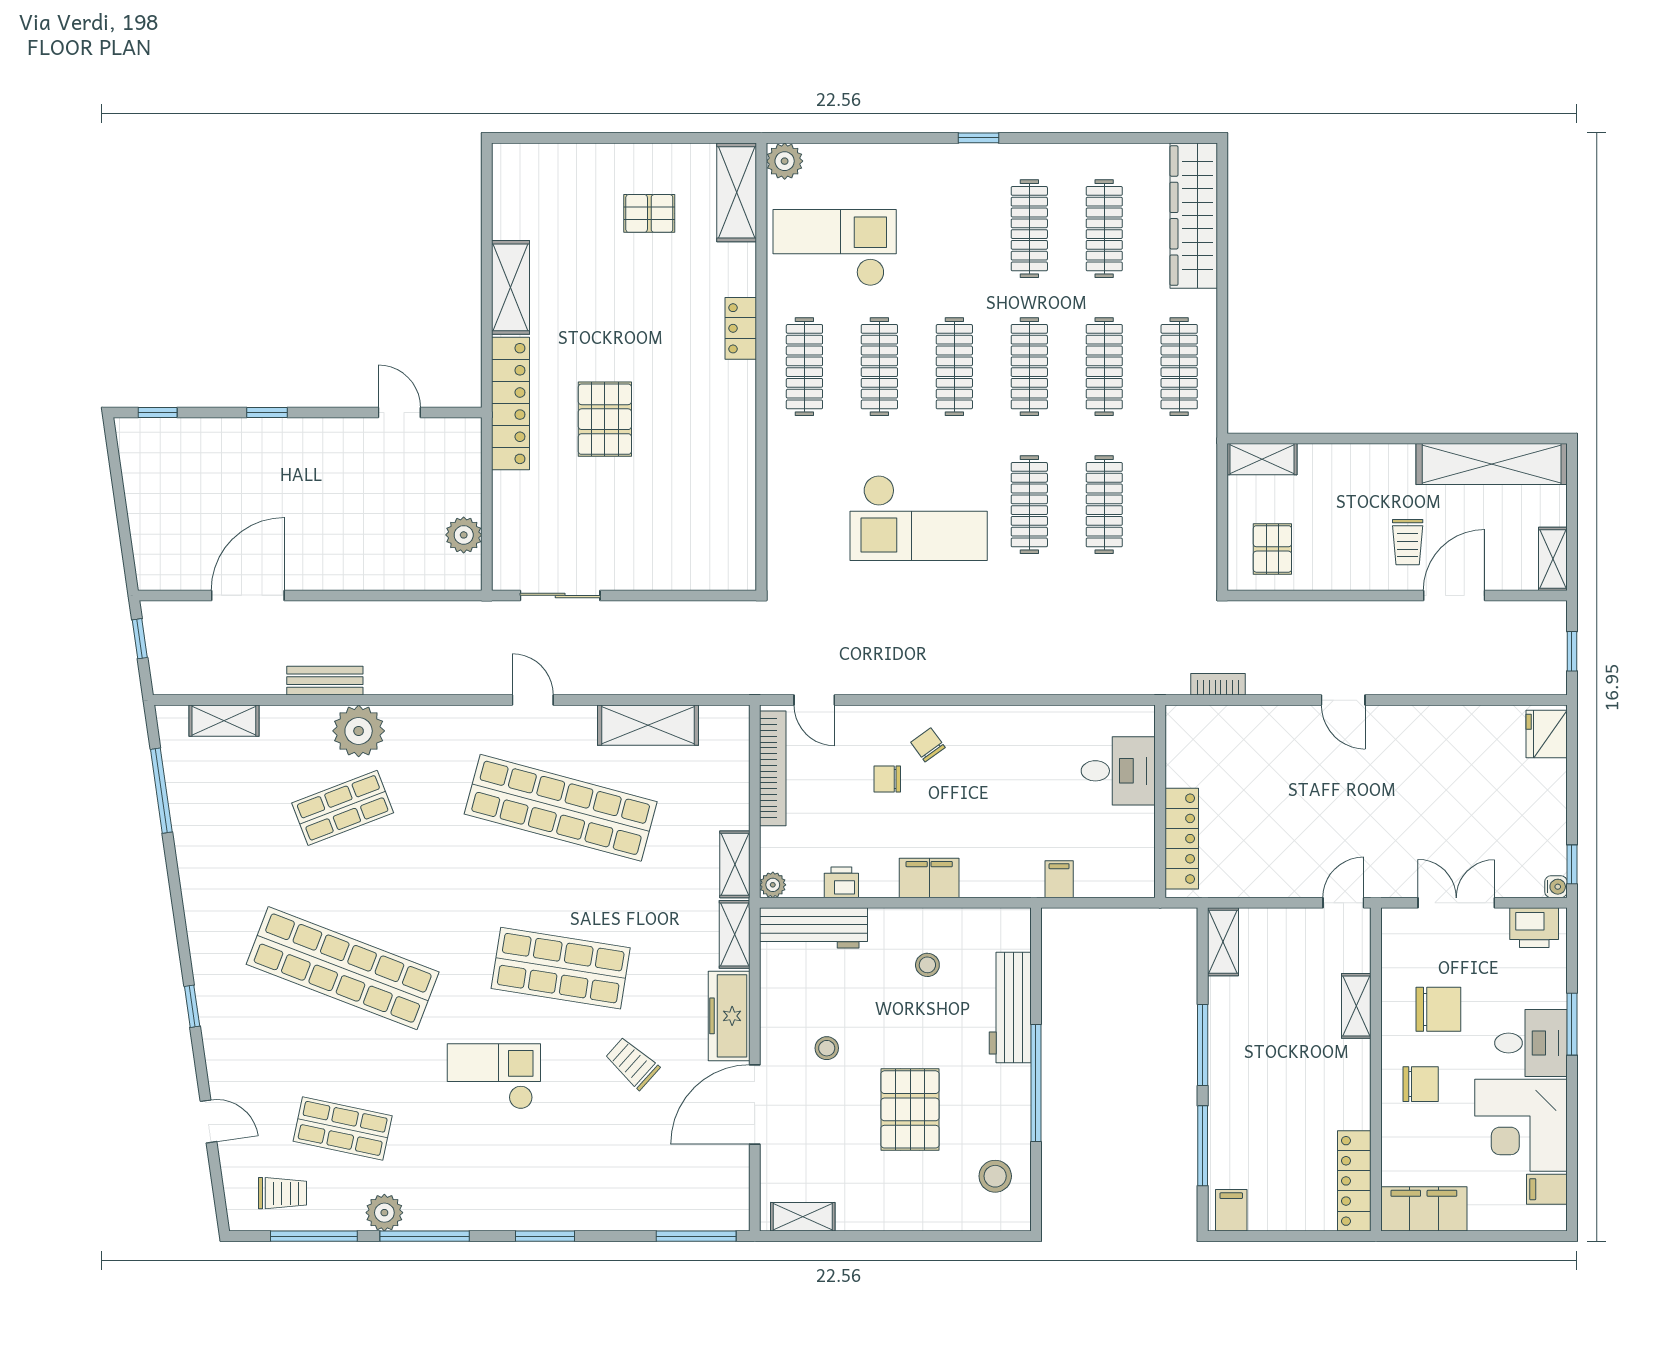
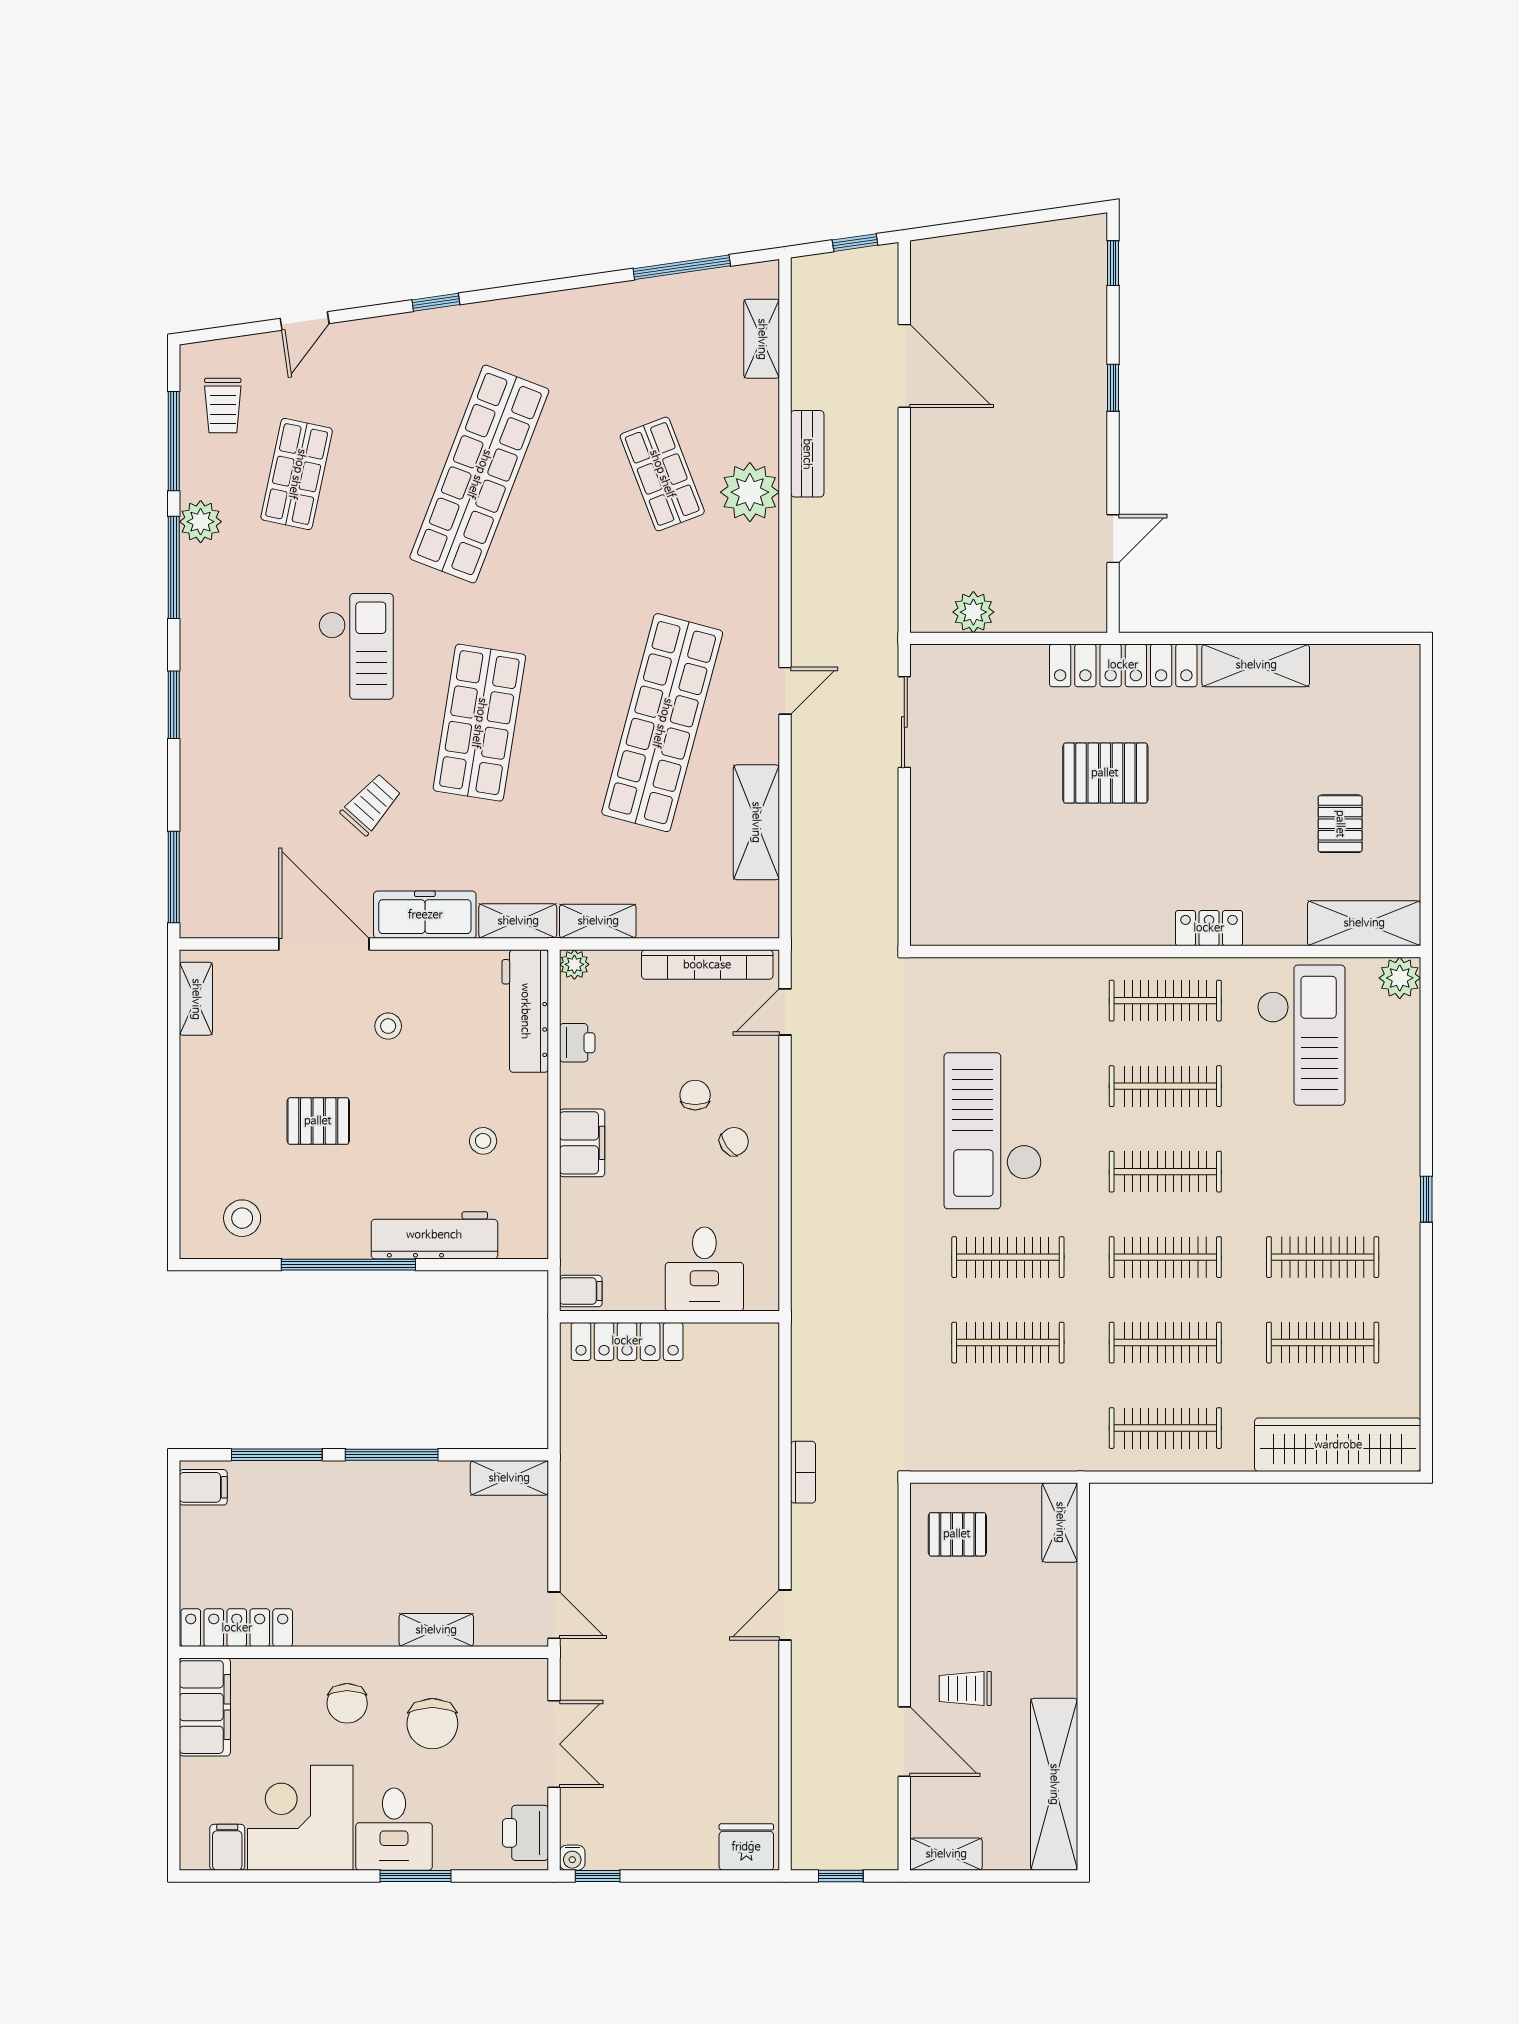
desk: (1118, 771) -> (704, 1269), moved
wall: (1160, 801) -> (669, 1317), moved
locker: (1182, 839) -> (627, 1341), moved
pallet: (910, 1109) -> (318, 1121), width x0.67, depth x0.71

